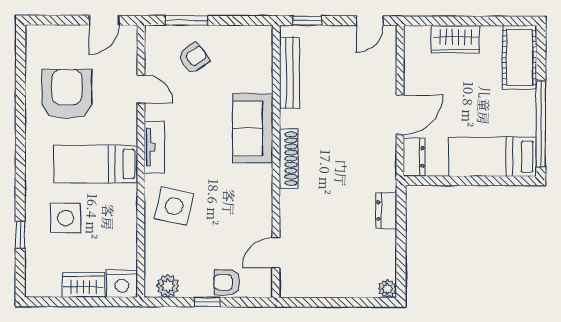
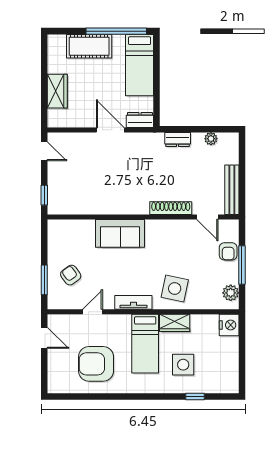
cot: (519, 57) -> (89, 46), moved
bench: (290, 73) -> (232, 190), moved, turned 90
shoe rack: (289, 159) -> (171, 208), moved
wardrobe: (83, 285) -> (175, 323), moved, turned -90
plant: (387, 289) -> (211, 139), moved
window: (207, 302) -> (242, 265), width x2.17

